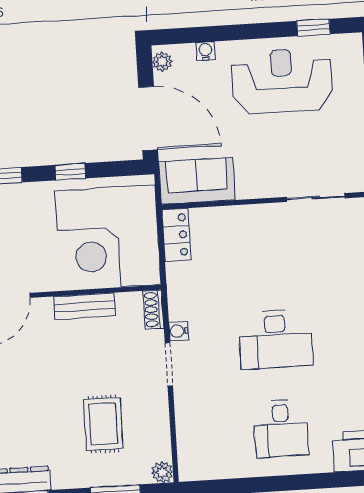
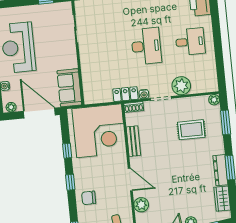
door: (148, 118) -> (39, 113), hinge flipped
locker: (176, 235) -> (125, 94), moved
plant: (193, 407) -> (181, 86), added

